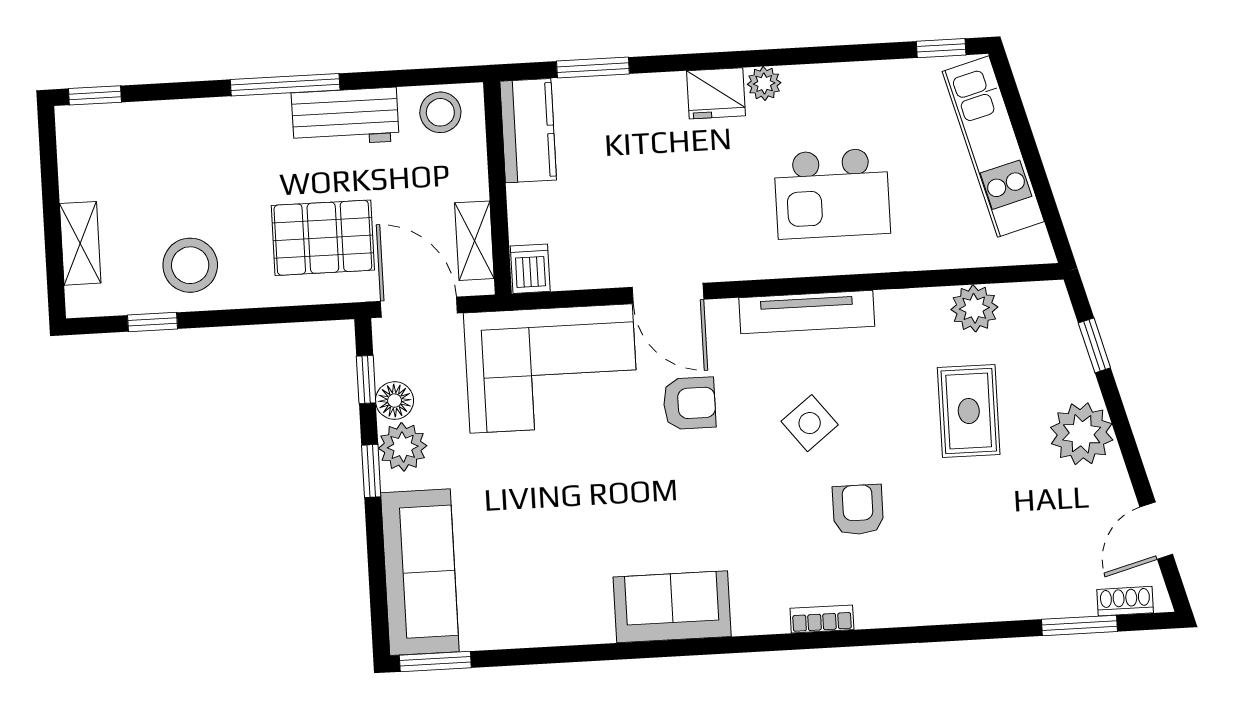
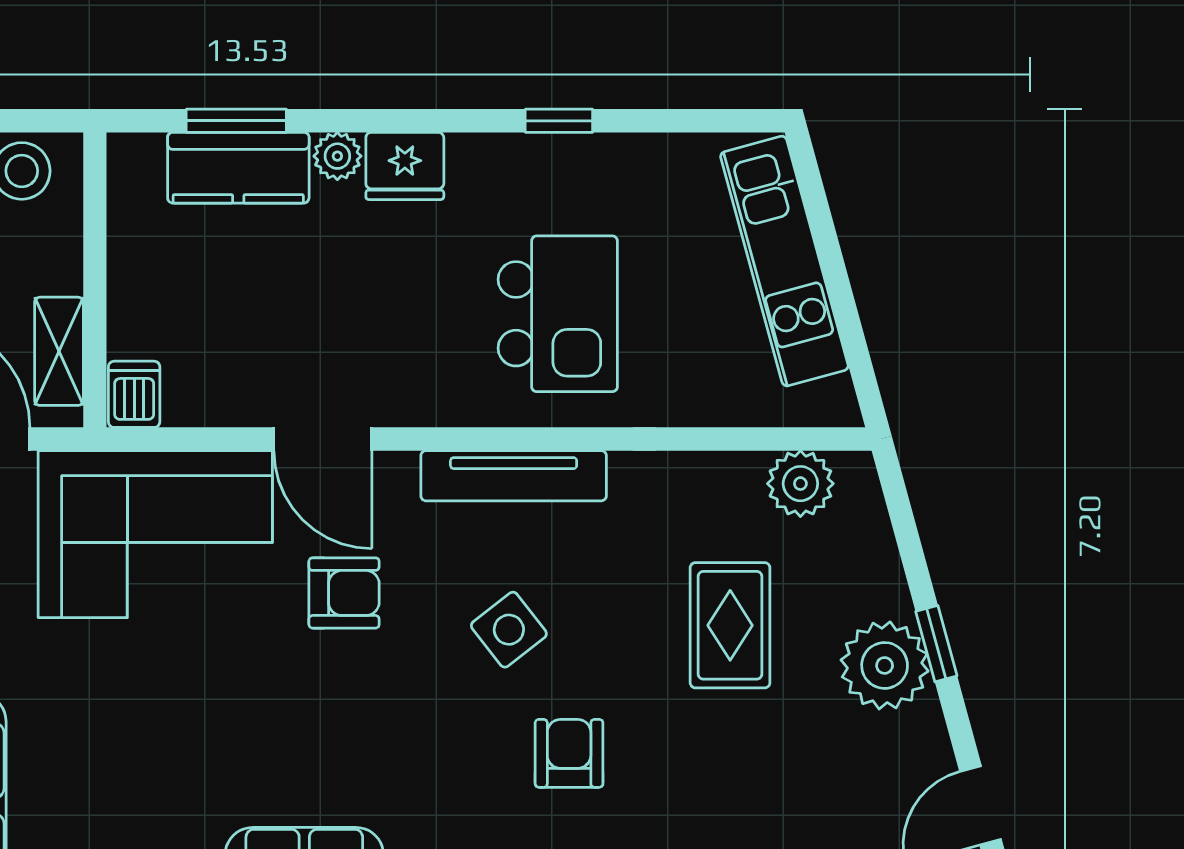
window: (941, 48) -> (559, 121), moved
plant: (764, 83) -> (337, 156), moved
kitchen counter: (528, 131) -> (238, 168), moved, turned 90
kitchen island: (832, 194) -> (558, 314), turned -90
plant: (974, 308) -> (800, 484), moved
window: (1094, 345) -> (936, 644), moved

